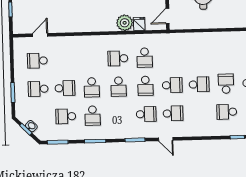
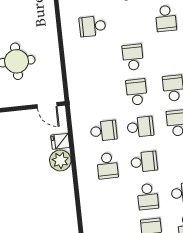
school desk: (226, 84) -> (92, 26), moved
school desk: (92, 87) -> (148, 197), turned 90

